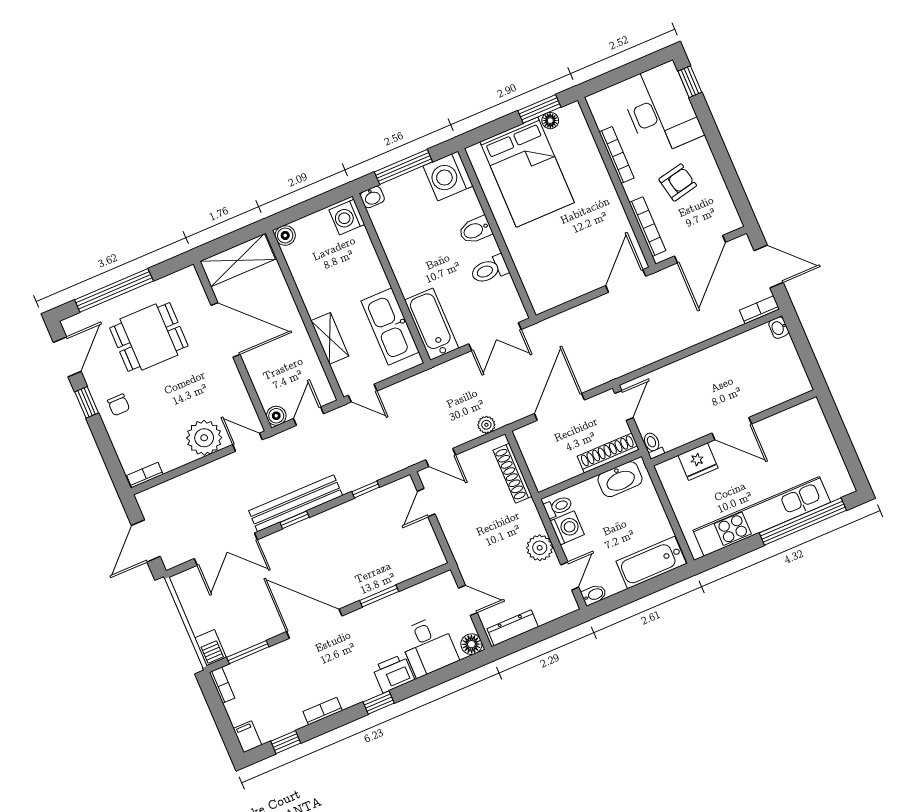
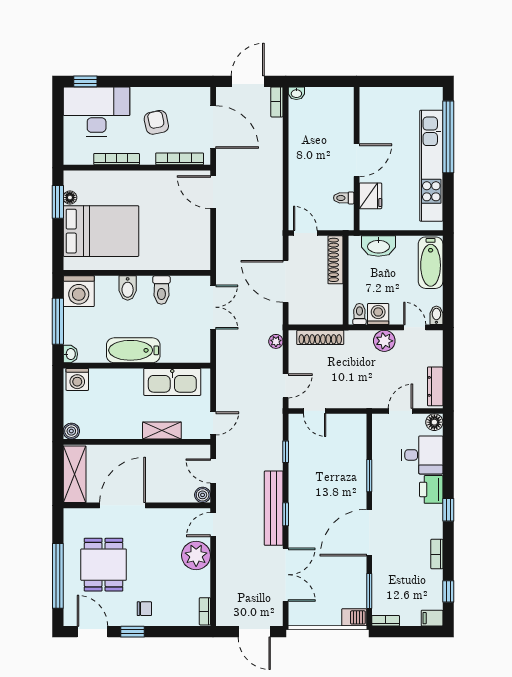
bathtub: (432, 324) -> (133, 350), moved
toilet: (653, 445) -> (344, 198), moved
washbasin: (620, 479) -> (378, 246), moved, turned 90

